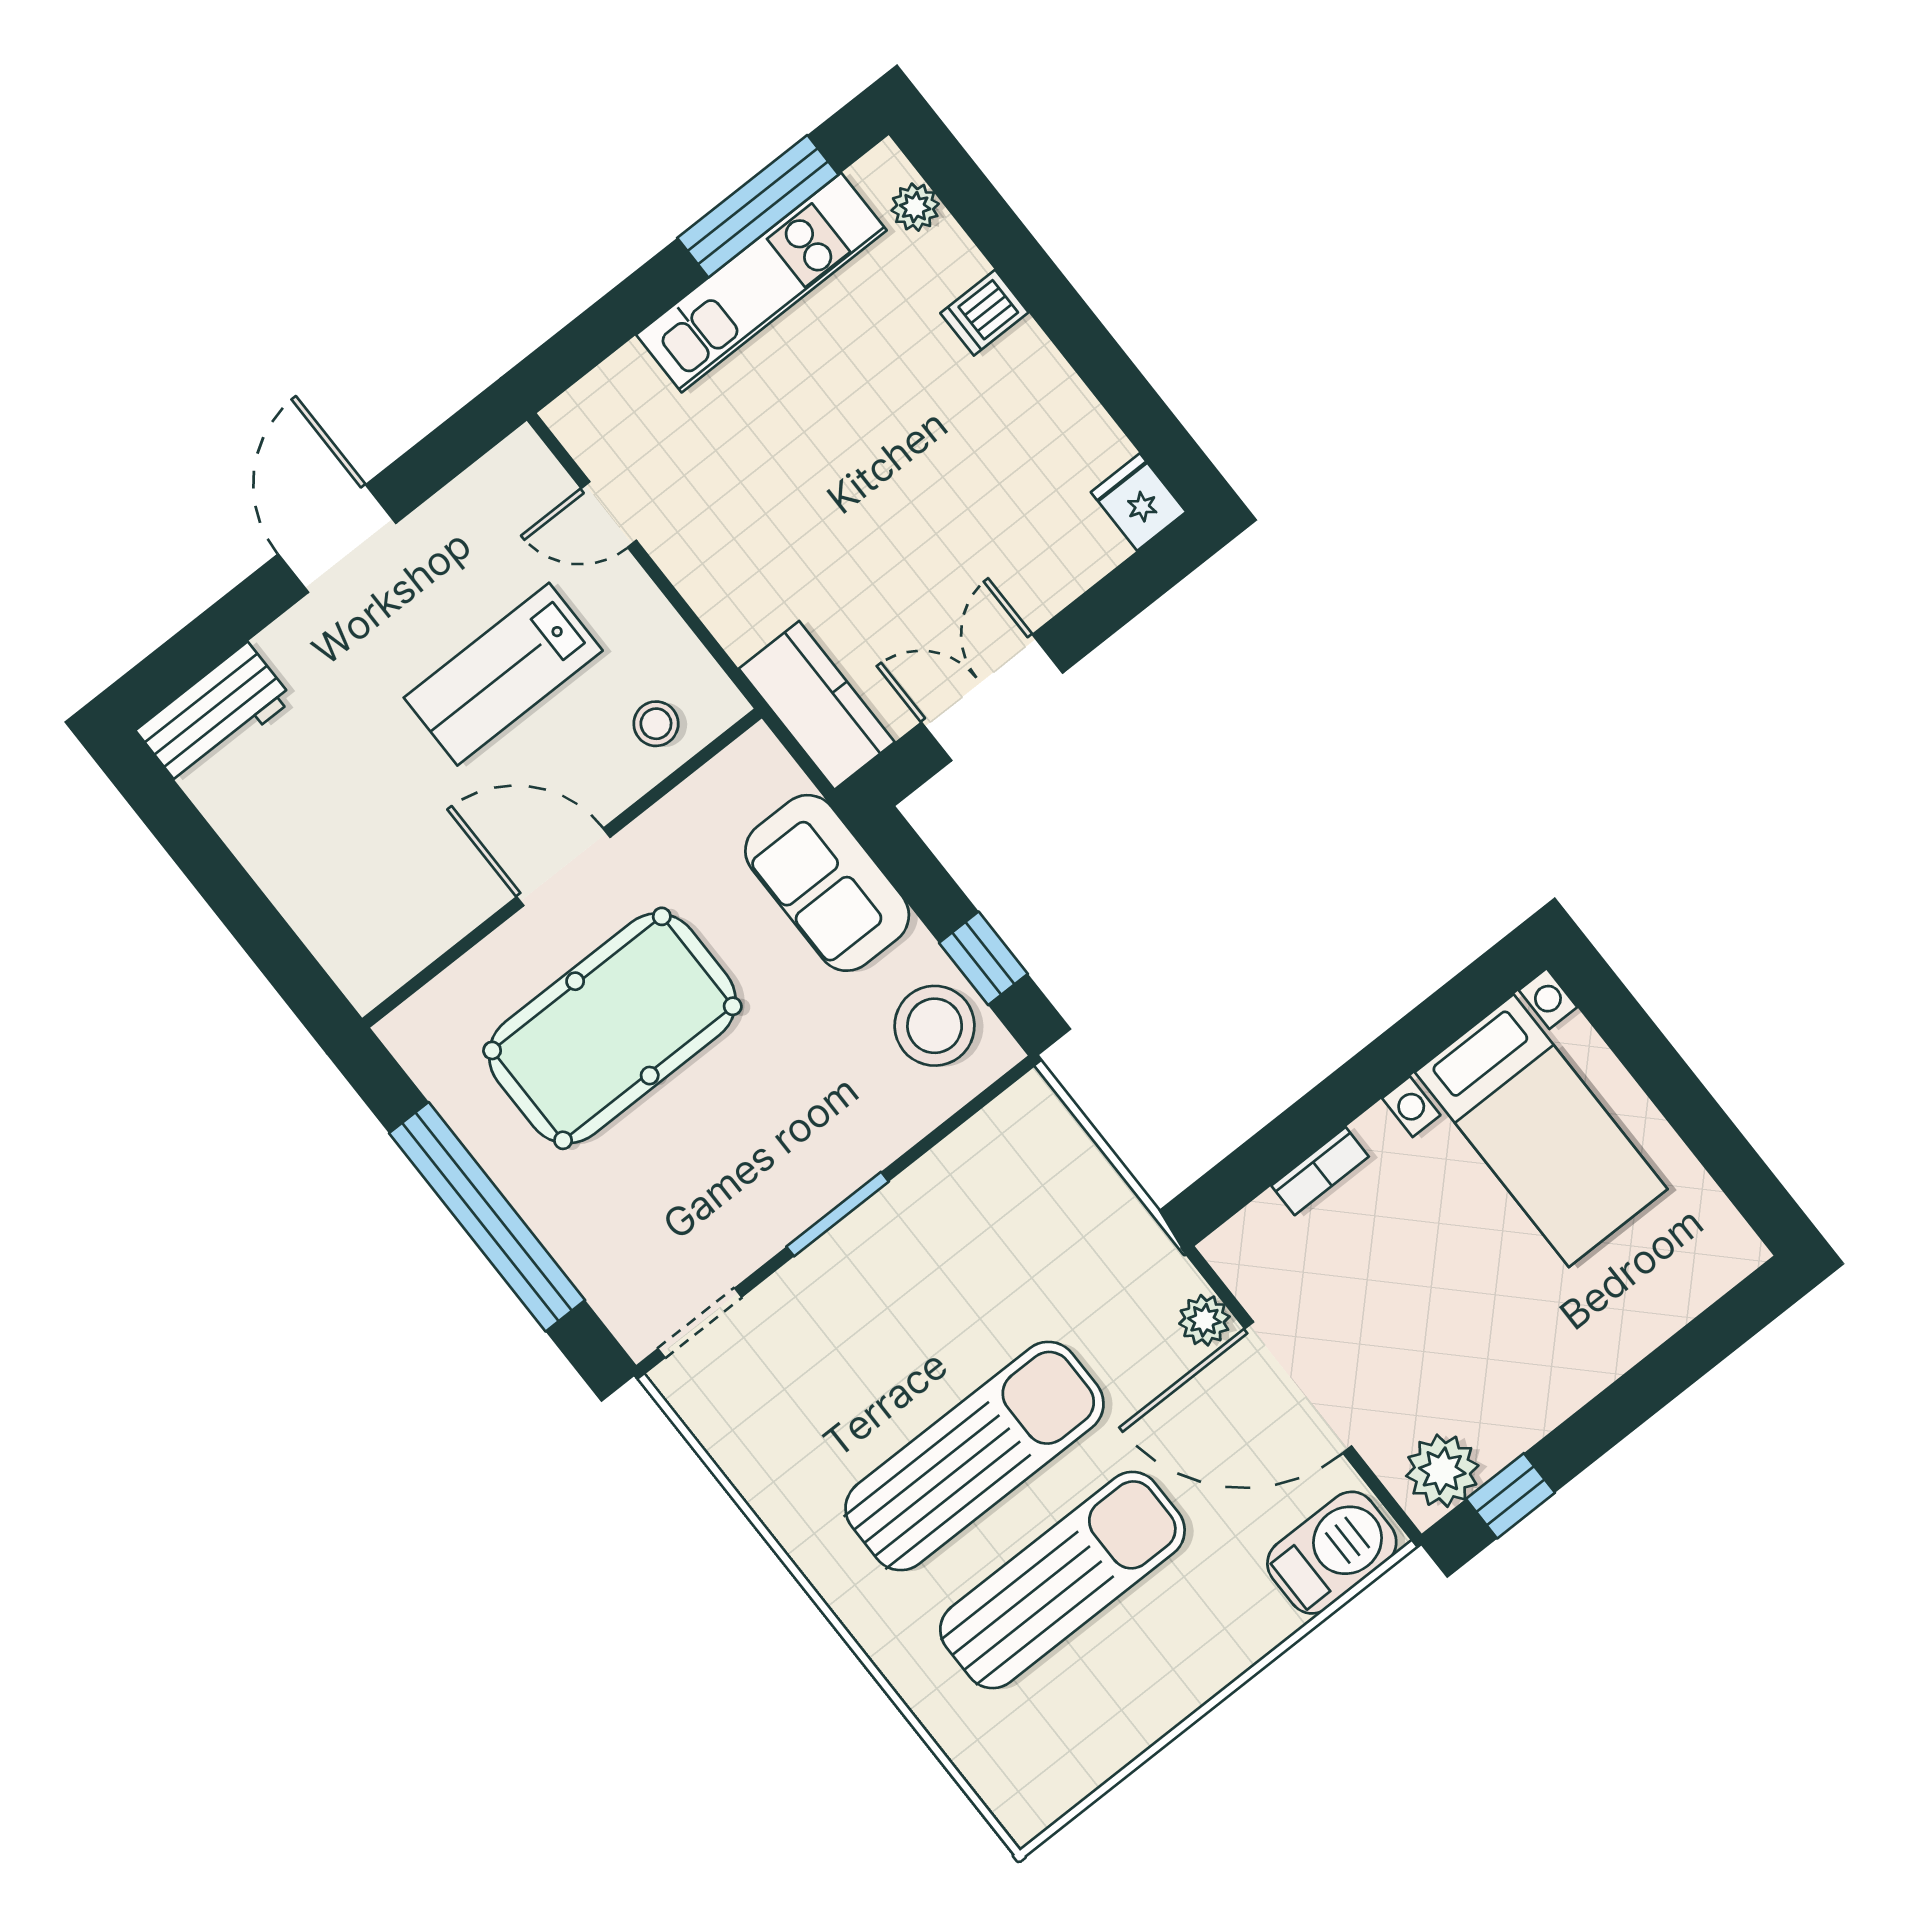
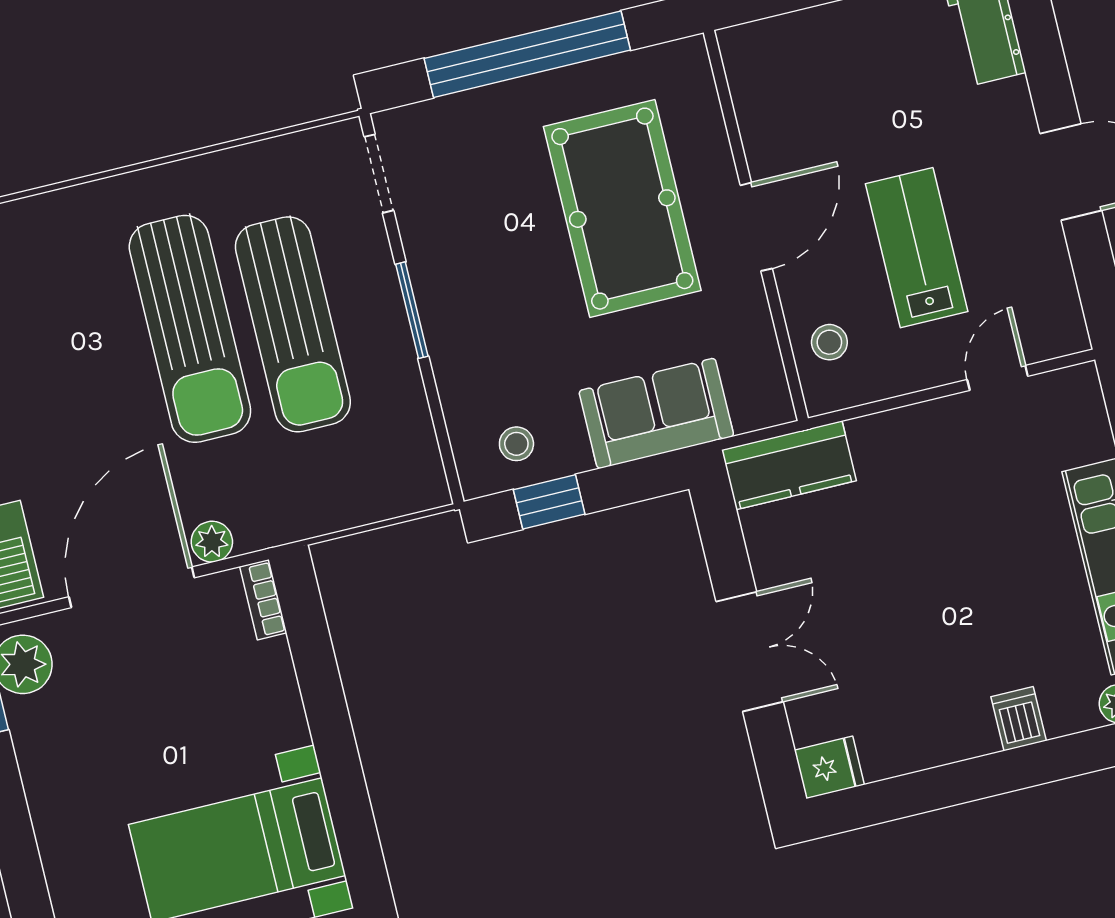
double door: (992, 698) -> (750, 652), moved
stool: (935, 1026) -> (516, 444), width x0.53, depth x0.53
bookcase: (1320, 1171) -> (263, 600), moved
sun lounger: (1062, 1580) -> (293, 324), moved

